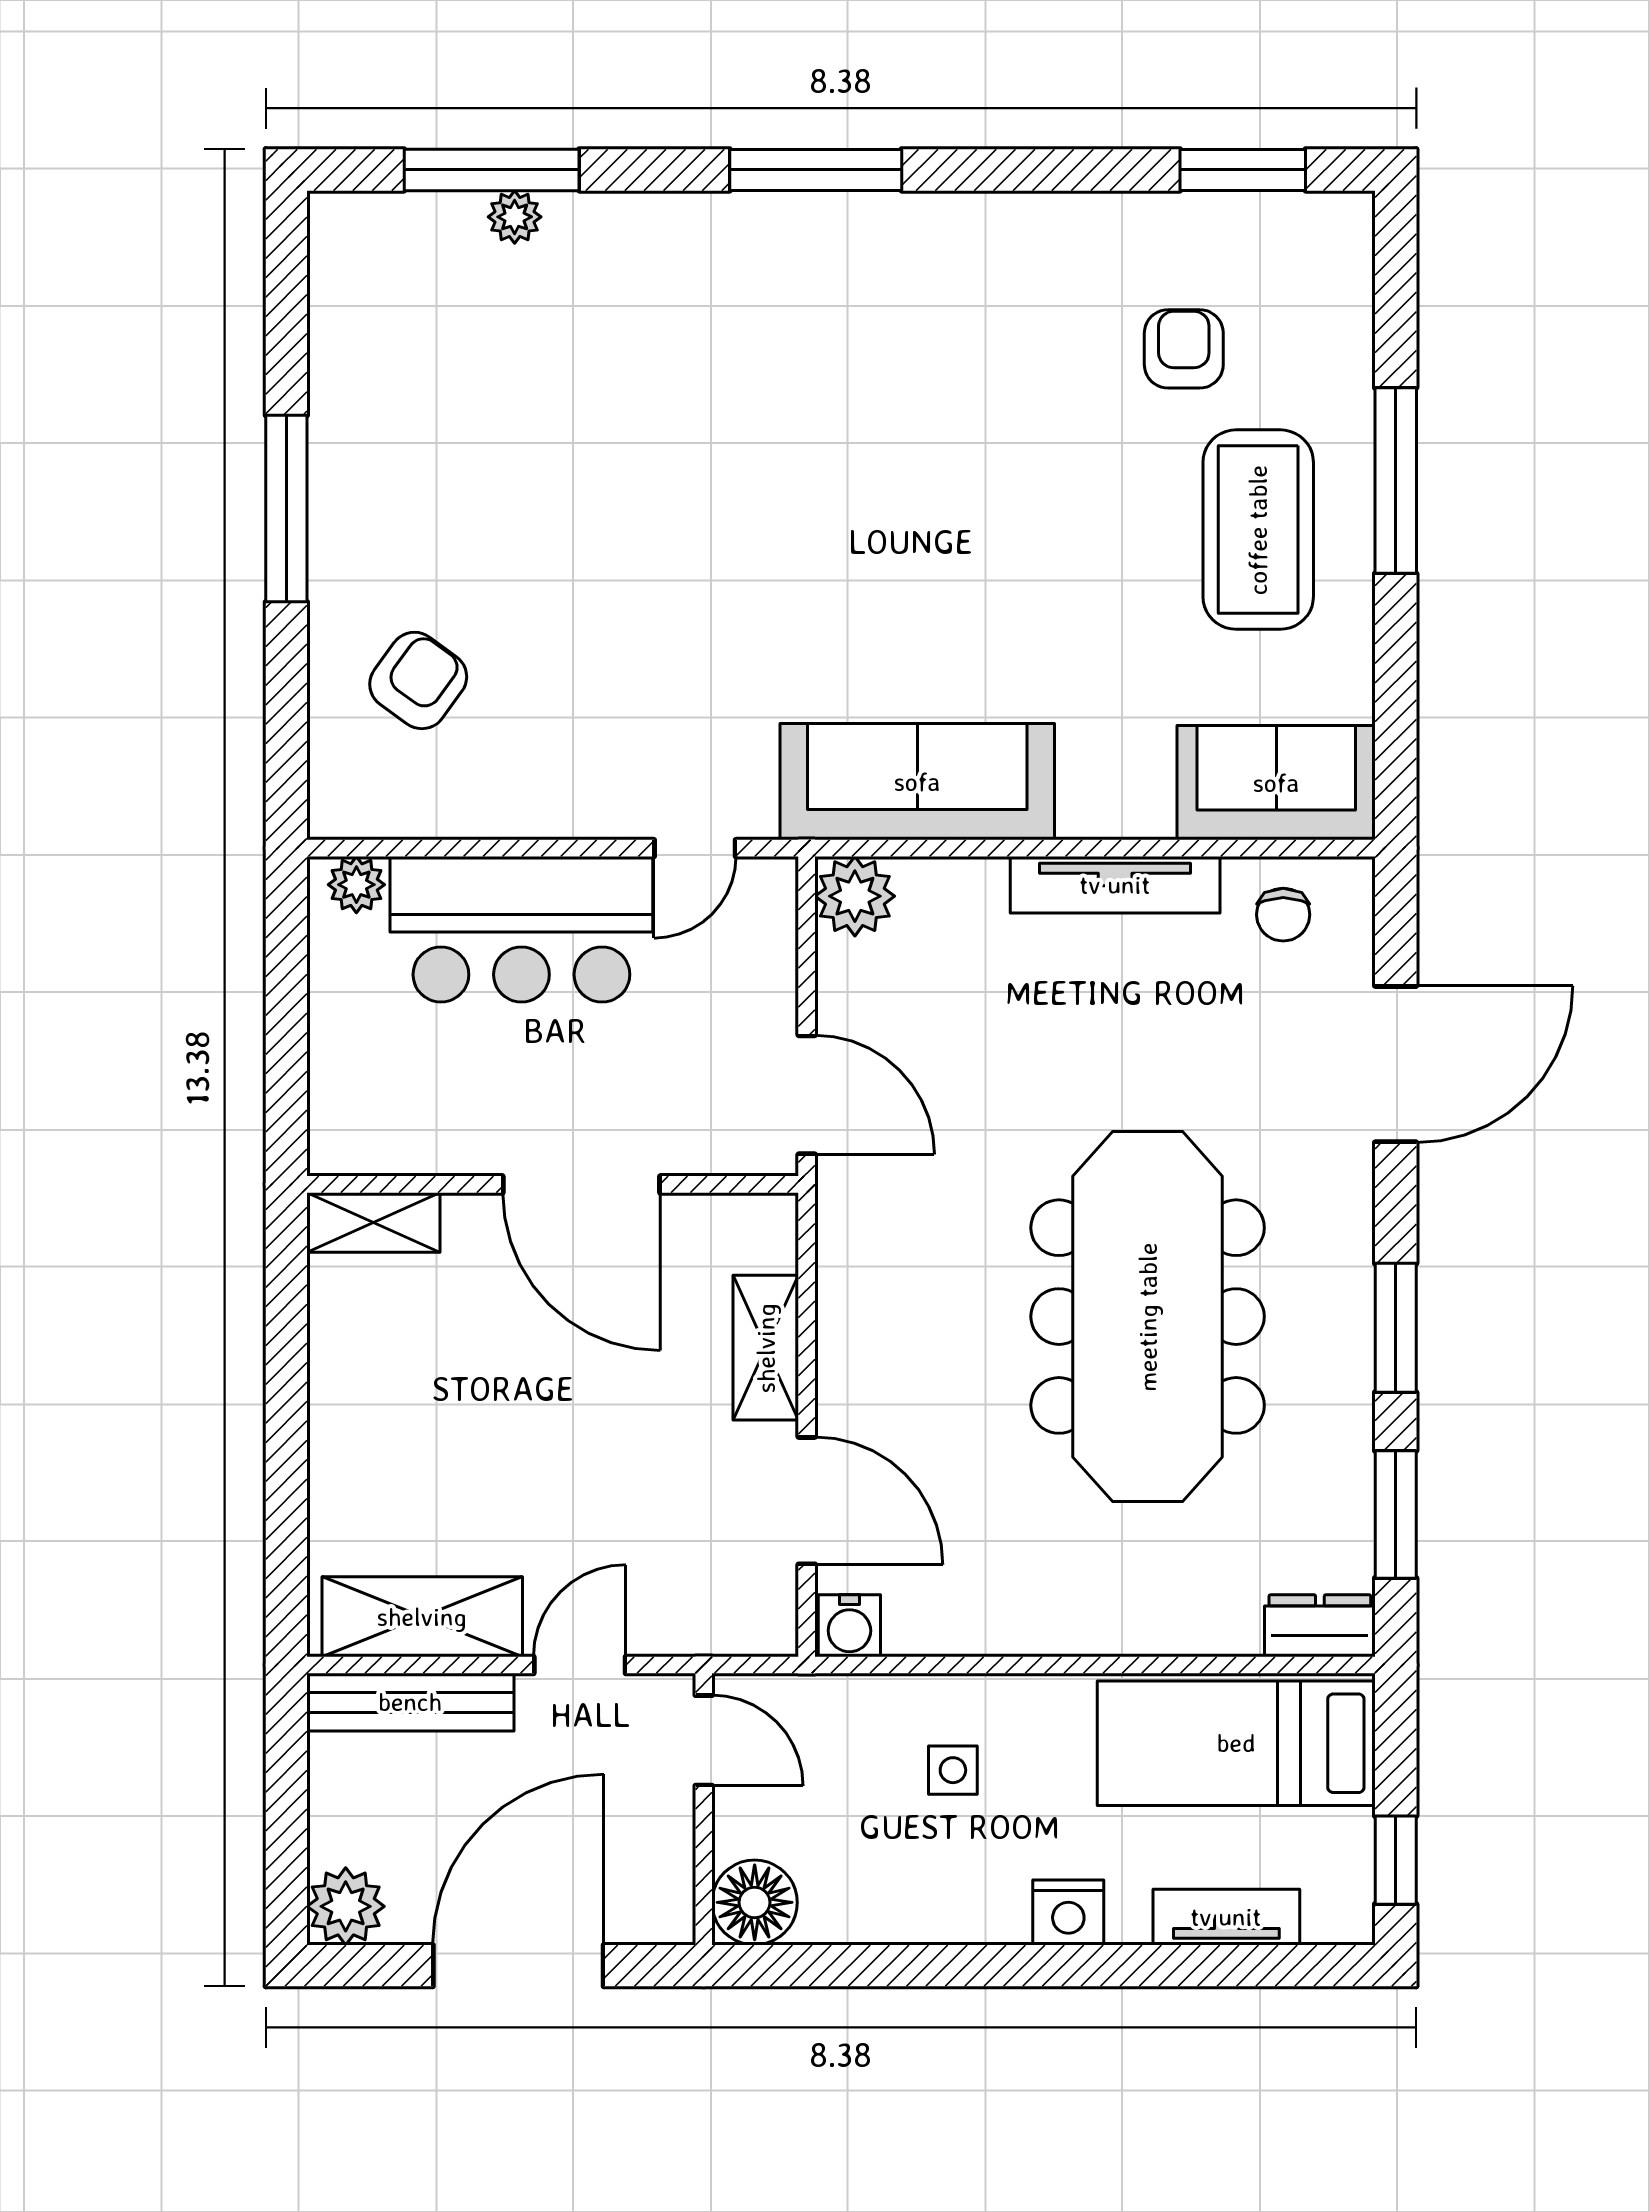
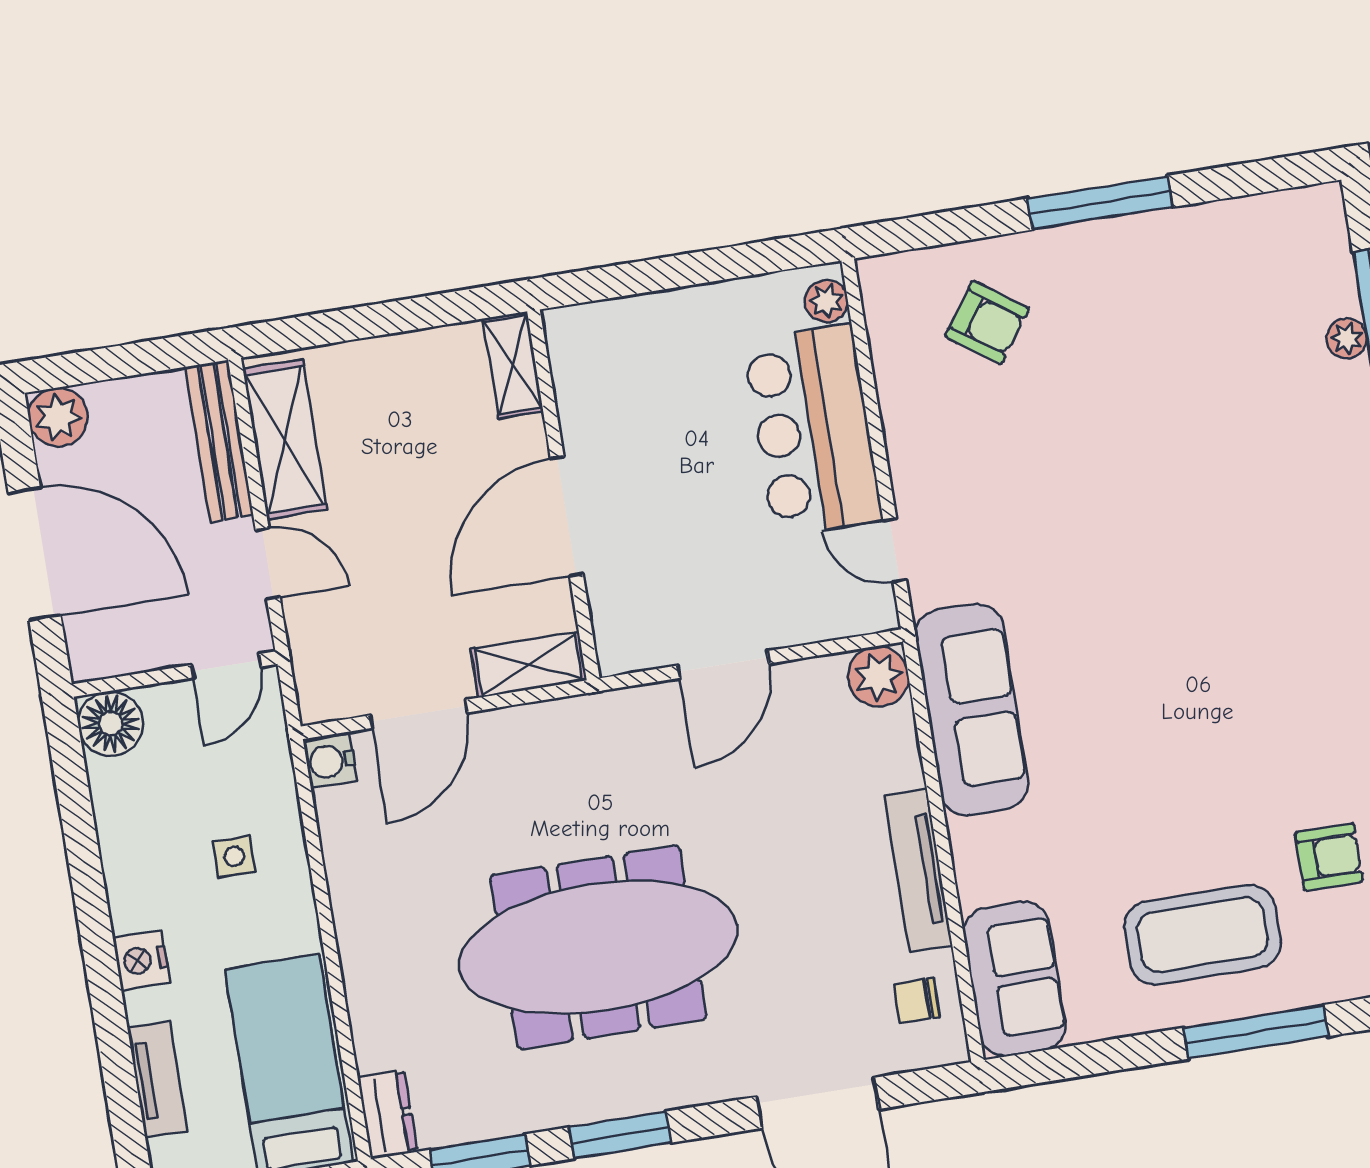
wall: (553, 1184) -> (563, 495), moved
door: (581, 1184) -> (567, 516), moved
shelving: (373, 1223) -> (513, 365), moved

